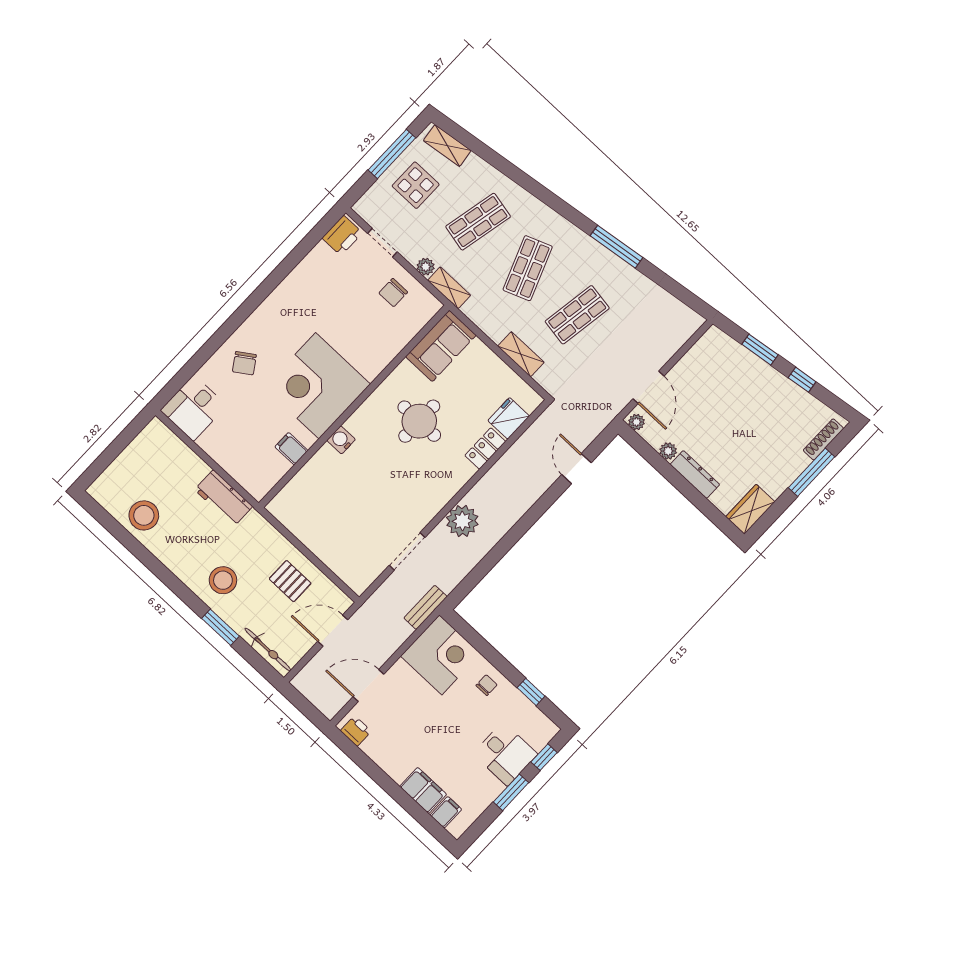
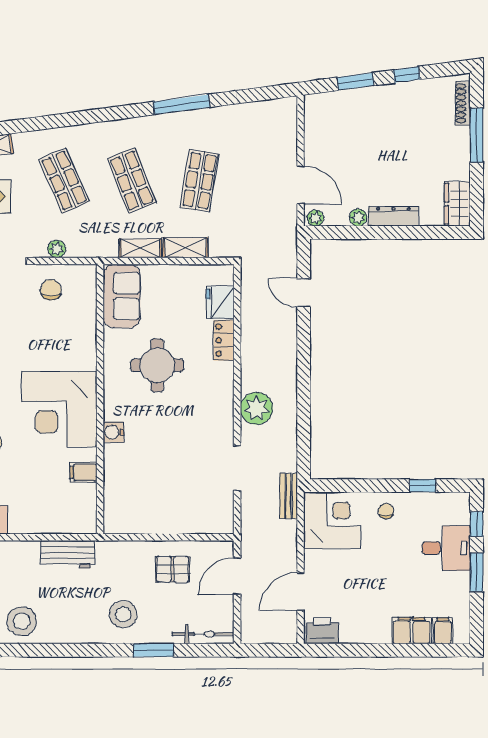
shop shelf: (478, 222) -> (64, 181), turned -36
shelving: (449, 288) -> (140, 248), moved
chair: (393, 293) -> (51, 290), turned 180
printer: (356, 731) -> (322, 631), width x1.36, depth x1.24

